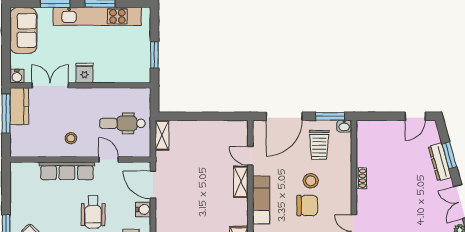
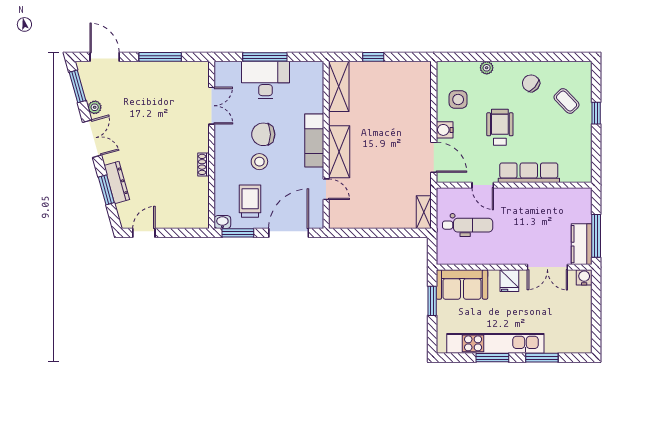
sofa: (23, 30) -> (462, 284), moved, turned -90
stool: (71, 138) -> (524, 209), removed
shelving: (241, 182) -> (339, 152), width x1.50, depth x1.33

